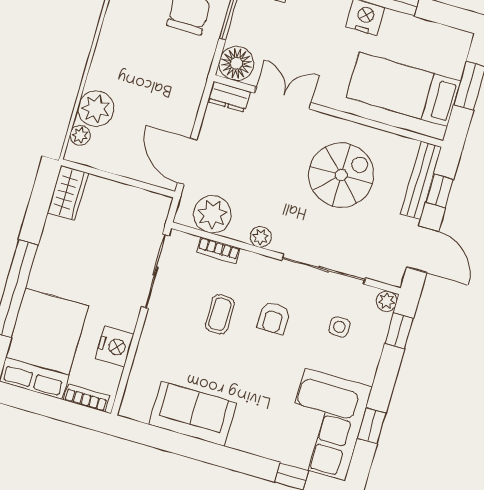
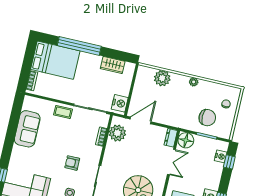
plant: (80, 135) -> (194, 82), moved
wardrobe: (68, 193) -> (113, 65), moved
plant: (261, 237) -> (108, 155), removed
coffee table: (220, 314) -> (63, 112), moved
nightstand: (115, 346) -> (120, 103), moved, turned -90

